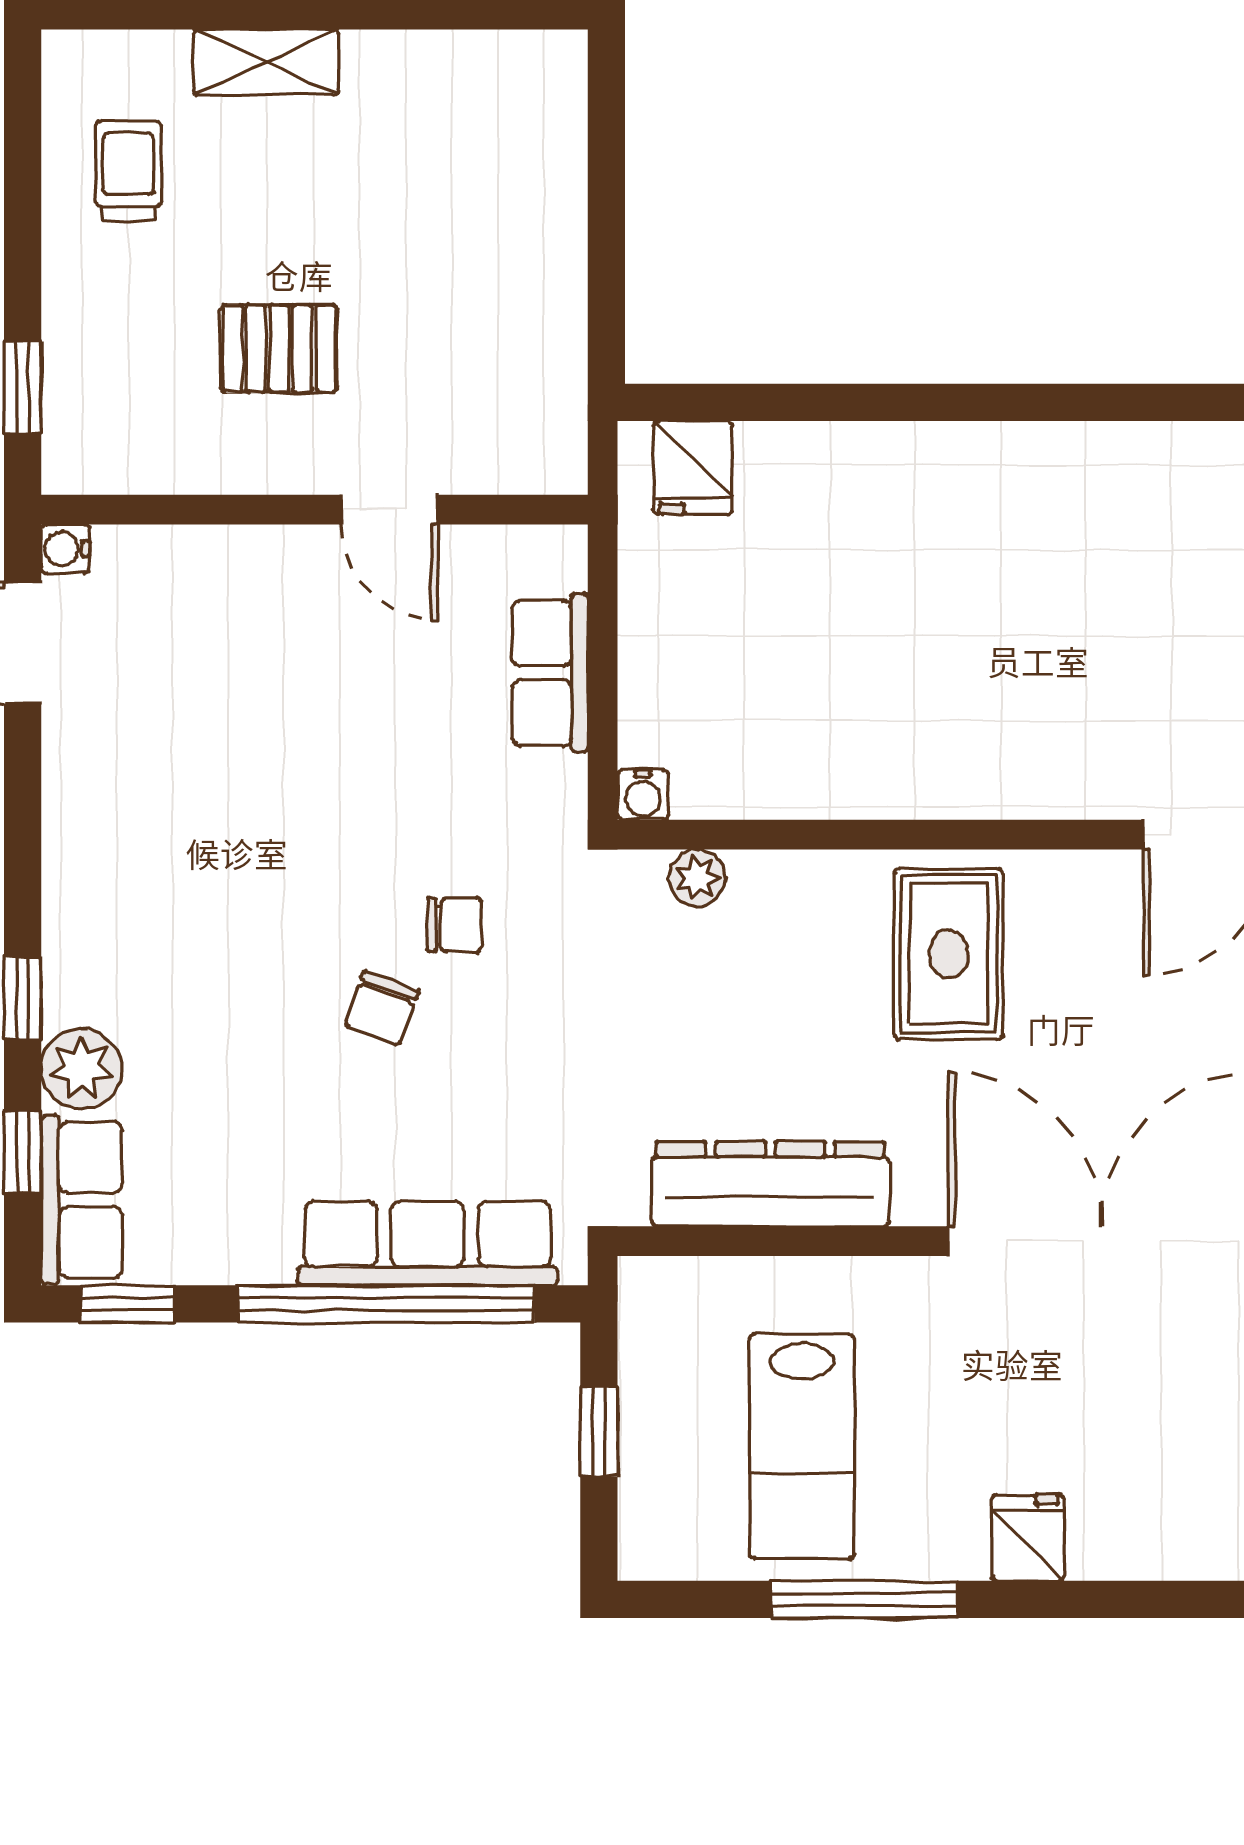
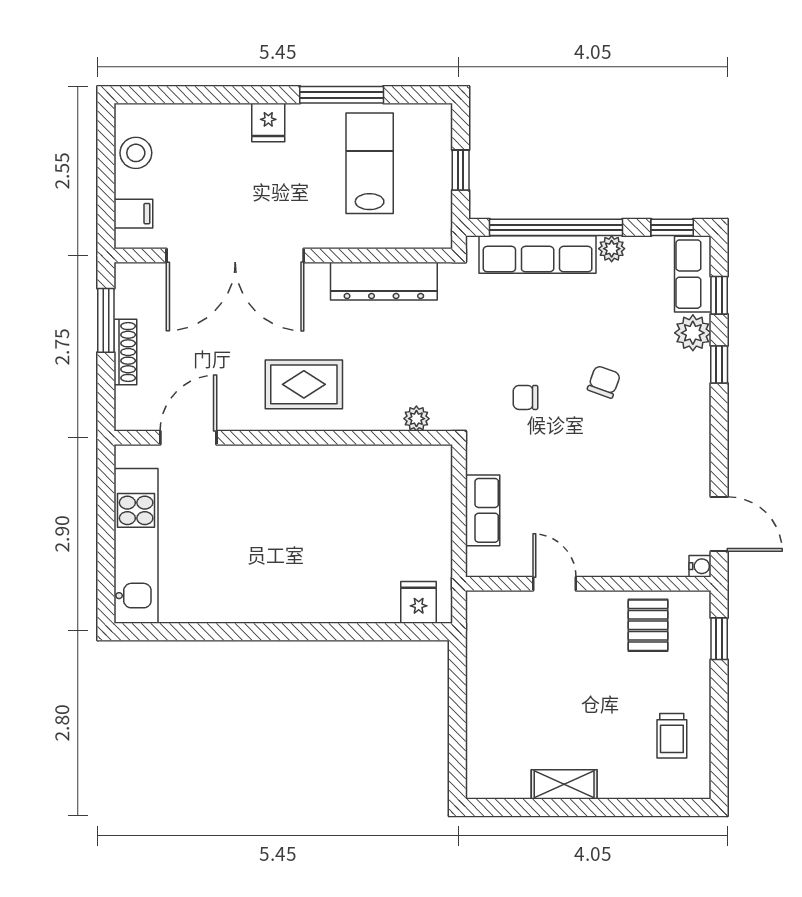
shelving: (266, 62) -> (564, 784), moved
pallet: (279, 349) -> (648, 625), moved, turned 90
water cooler: (643, 795) -> (441, 456), removed
rug: (948, 954) -> (304, 384), turned 90
chair: (382, 1008) -> (604, 382), moved
plant: (262, 1256) -> (612, 249), added

